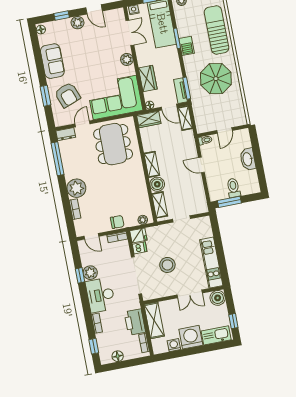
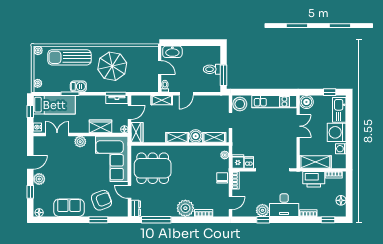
shelving: (185, 118) -> (162, 100), moved
washbasin: (248, 159) -> (172, 52), moved
stool: (167, 265) -> (240, 104), moved

